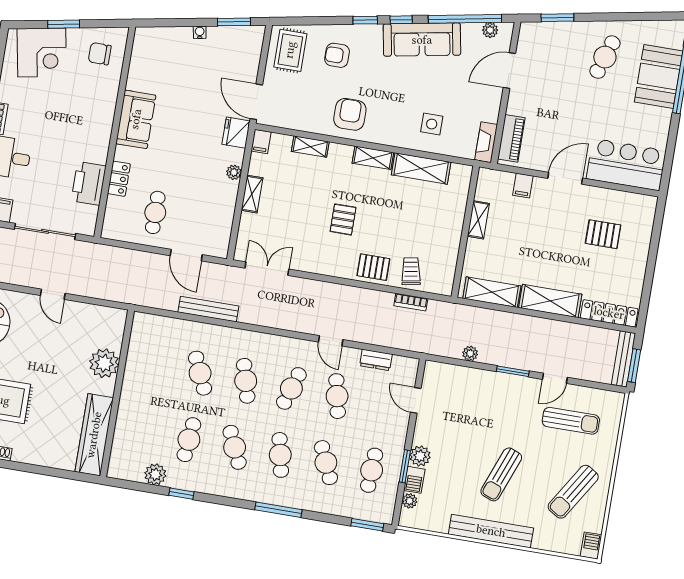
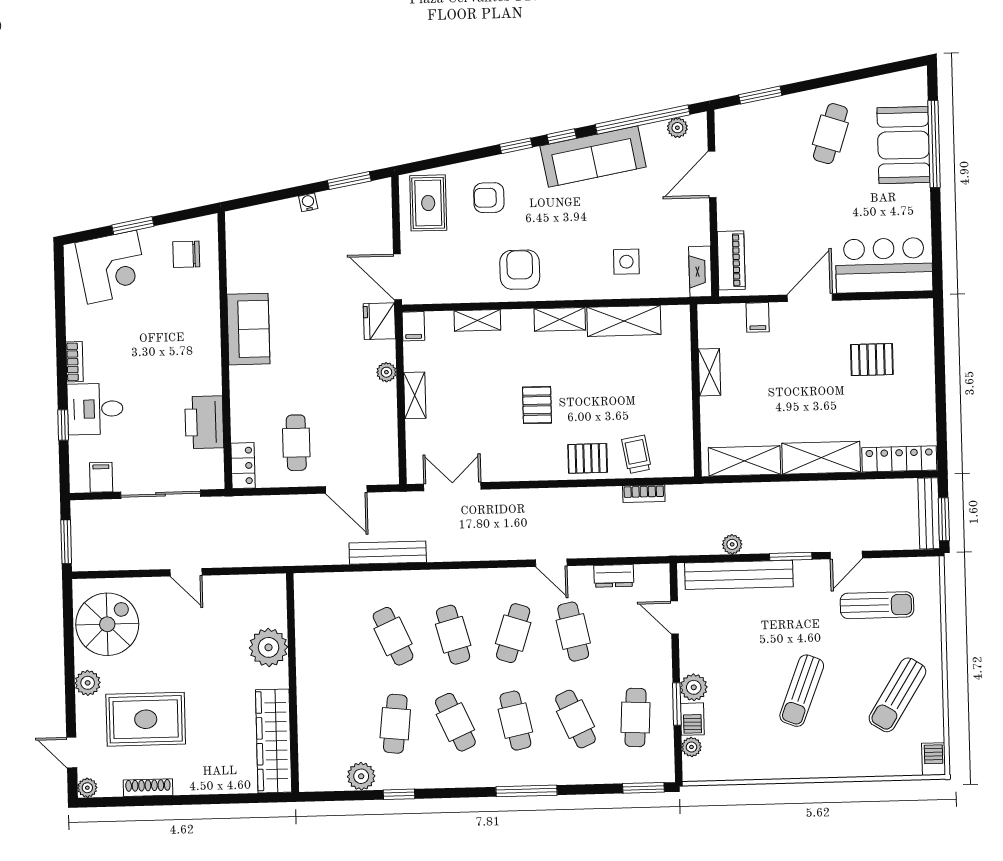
locker: (119, 179) -> (243, 466), moved
bench: (491, 531) -> (739, 575), moved

